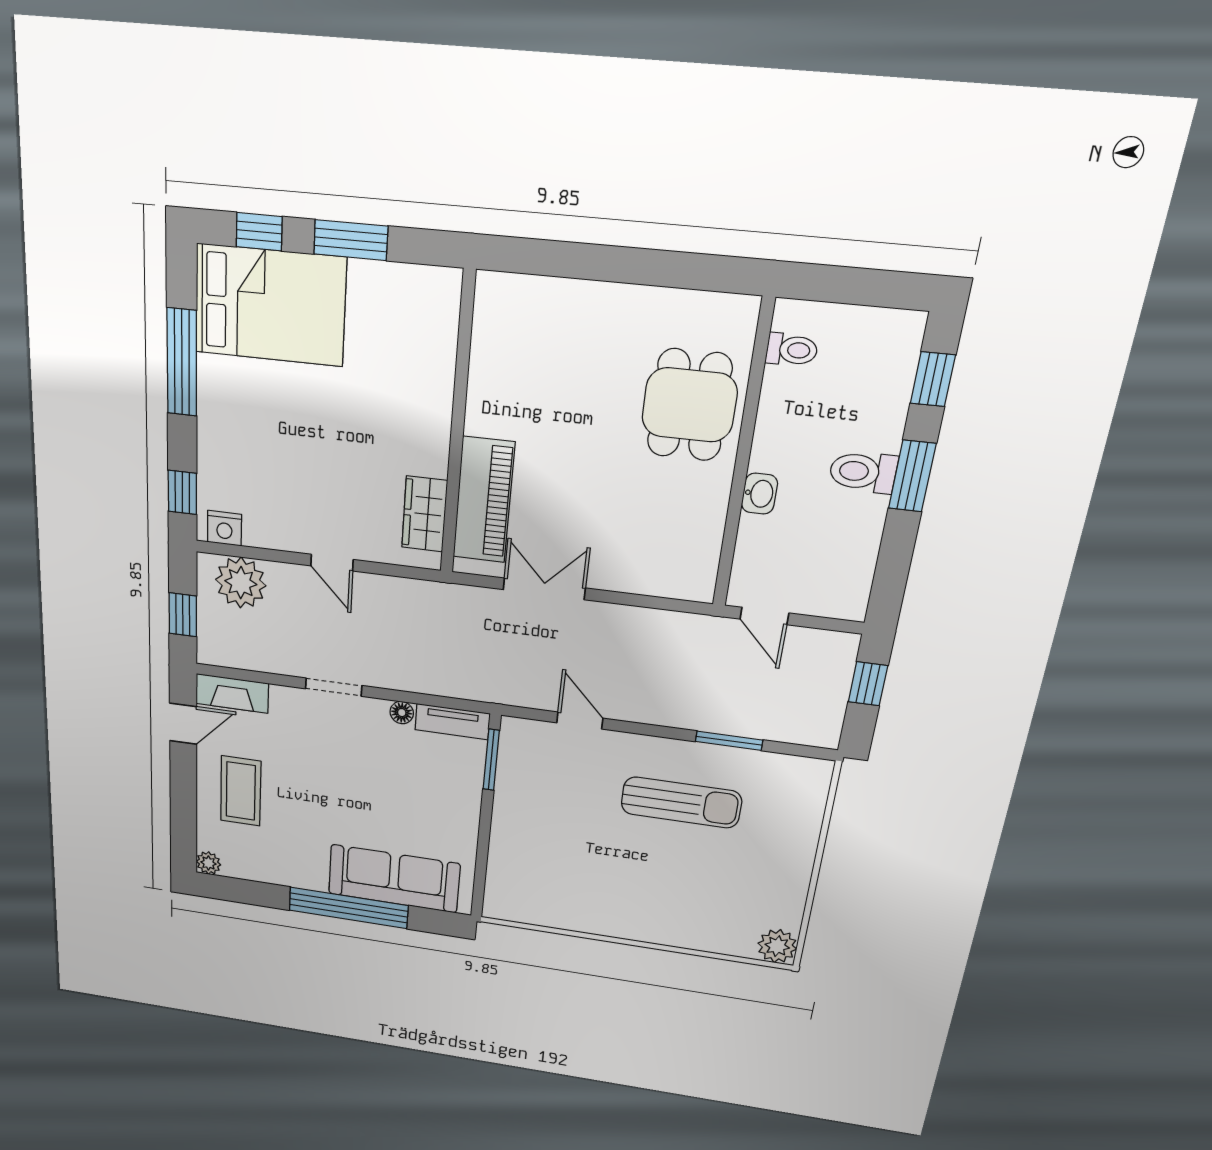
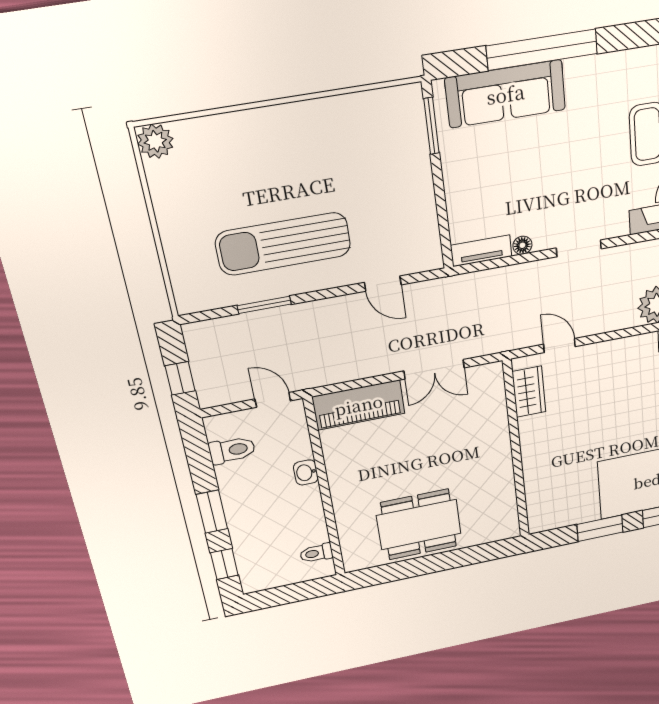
dining table: (689, 405) -> (419, 525), moved, width x1.38
toilet: (863, 472) -> (232, 450), moved
piano: (484, 500) -> (359, 405), moved, turned -90
door: (332, 563) -> (559, 345), moved
window: (491, 760) -> (431, 126), moved
sun lounger: (681, 802) -> (283, 244), width x1.36, depth x1.34

